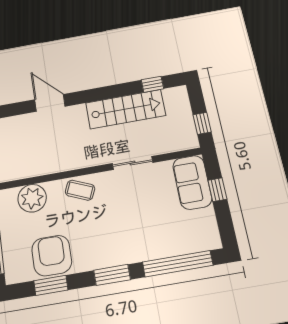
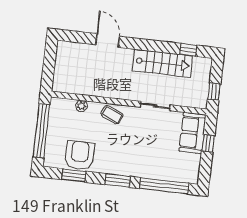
plant: (32, 198) -> (82, 106), width x0.53, depth x0.53

